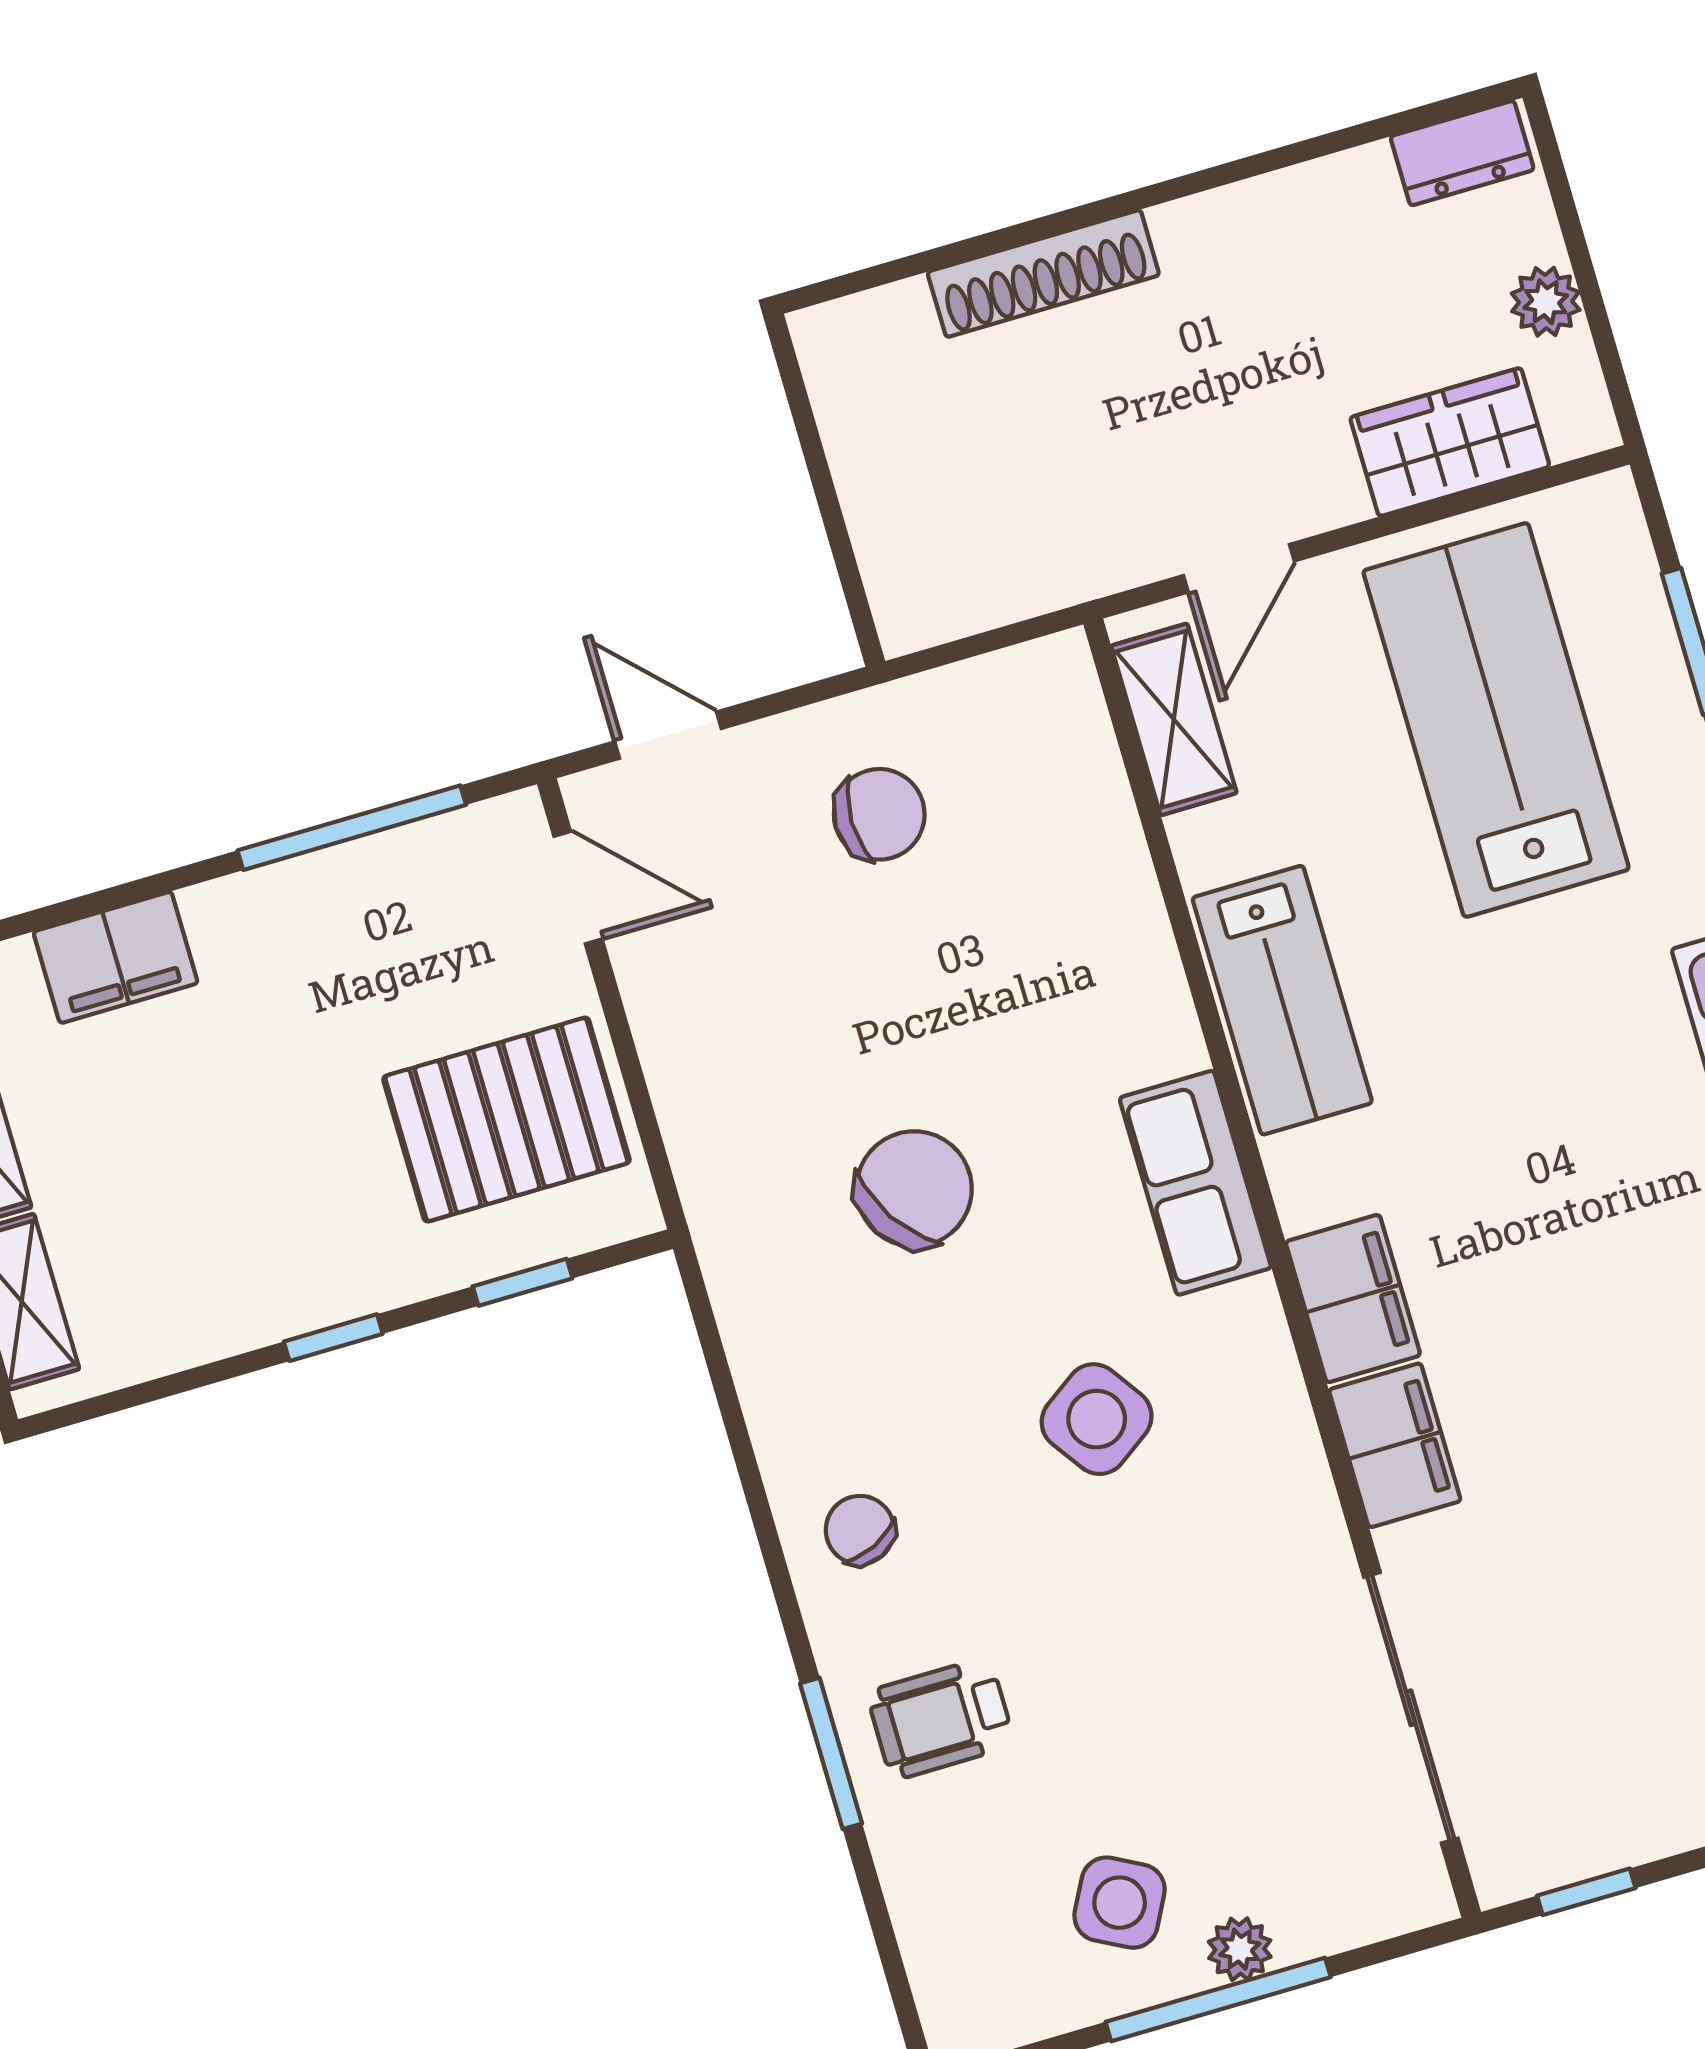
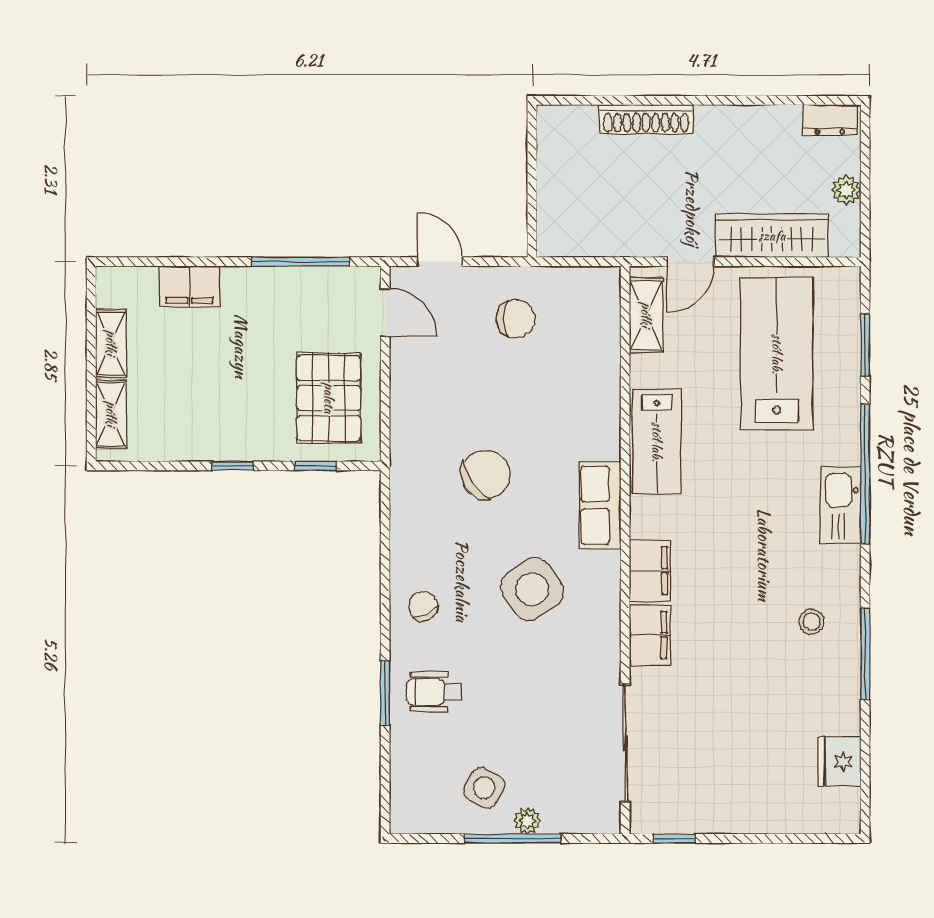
wardrobe: (1450, 442) -> (772, 236), width x1.50
pallet: (506, 1120) -> (329, 398), turned 90
side table: (1097, 1419) -> (532, 589), width x1.37, depth x1.37

